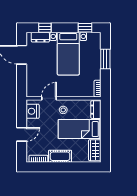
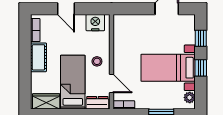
window: (85, 28) -> (201, 68), moved
dresser: (40, 37) -> (189, 32), removed
plant: (92, 37) -> (190, 97), added
door: (49, 98) -> (112, 84), moved

